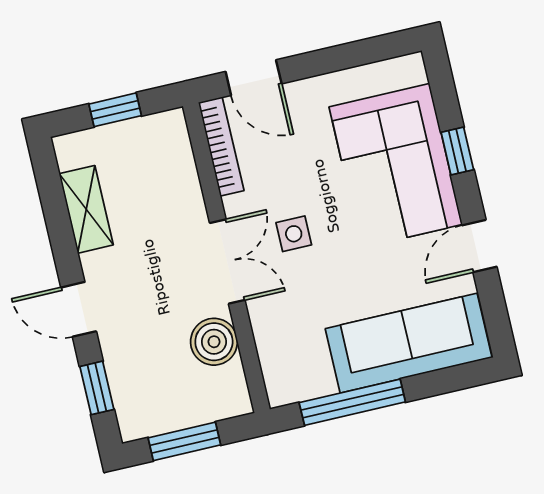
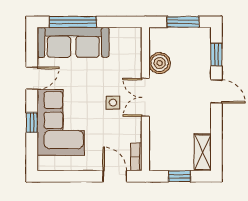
bookcase: (221, 147) -> (136, 157), width x0.64
shelving: (86, 209) -> (203, 152), moved
window: (352, 402) -> (73, 22), moved

